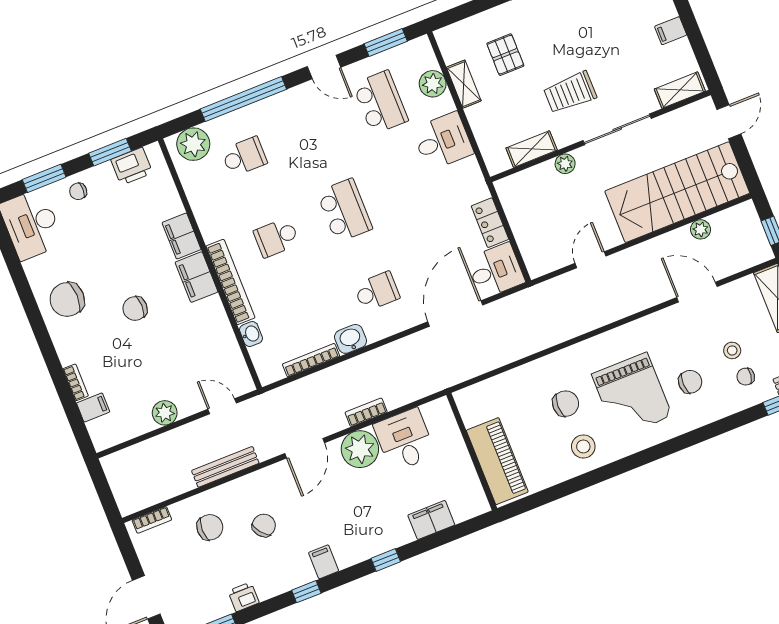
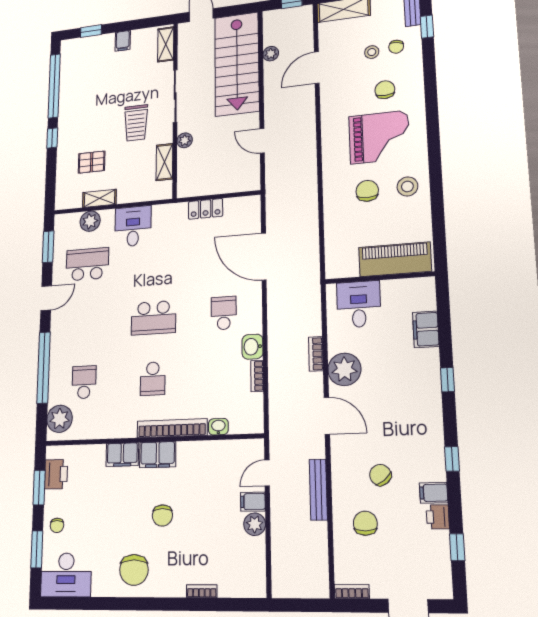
school desk: (345, 210) -> (153, 318), turned 180
desk: (496, 271) -> (243, 215), removed
bookcase: (311, 360) -> (257, 376), width x0.64
filing cabinet: (93, 407) -> (253, 502), moved, turned -90
desk: (405, 440) -> (359, 304), moved, turned 90
bookcase: (152, 520) -> (352, 591), moved, turned -90
filing cabinet: (324, 562) -> (434, 493), moved

